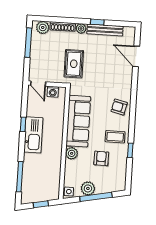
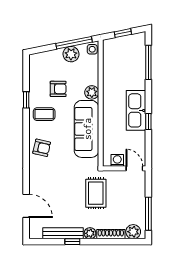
armchair: (101, 158) -> (58, 89), turned -91
window: (96, 197) -> (74, 43), moved

